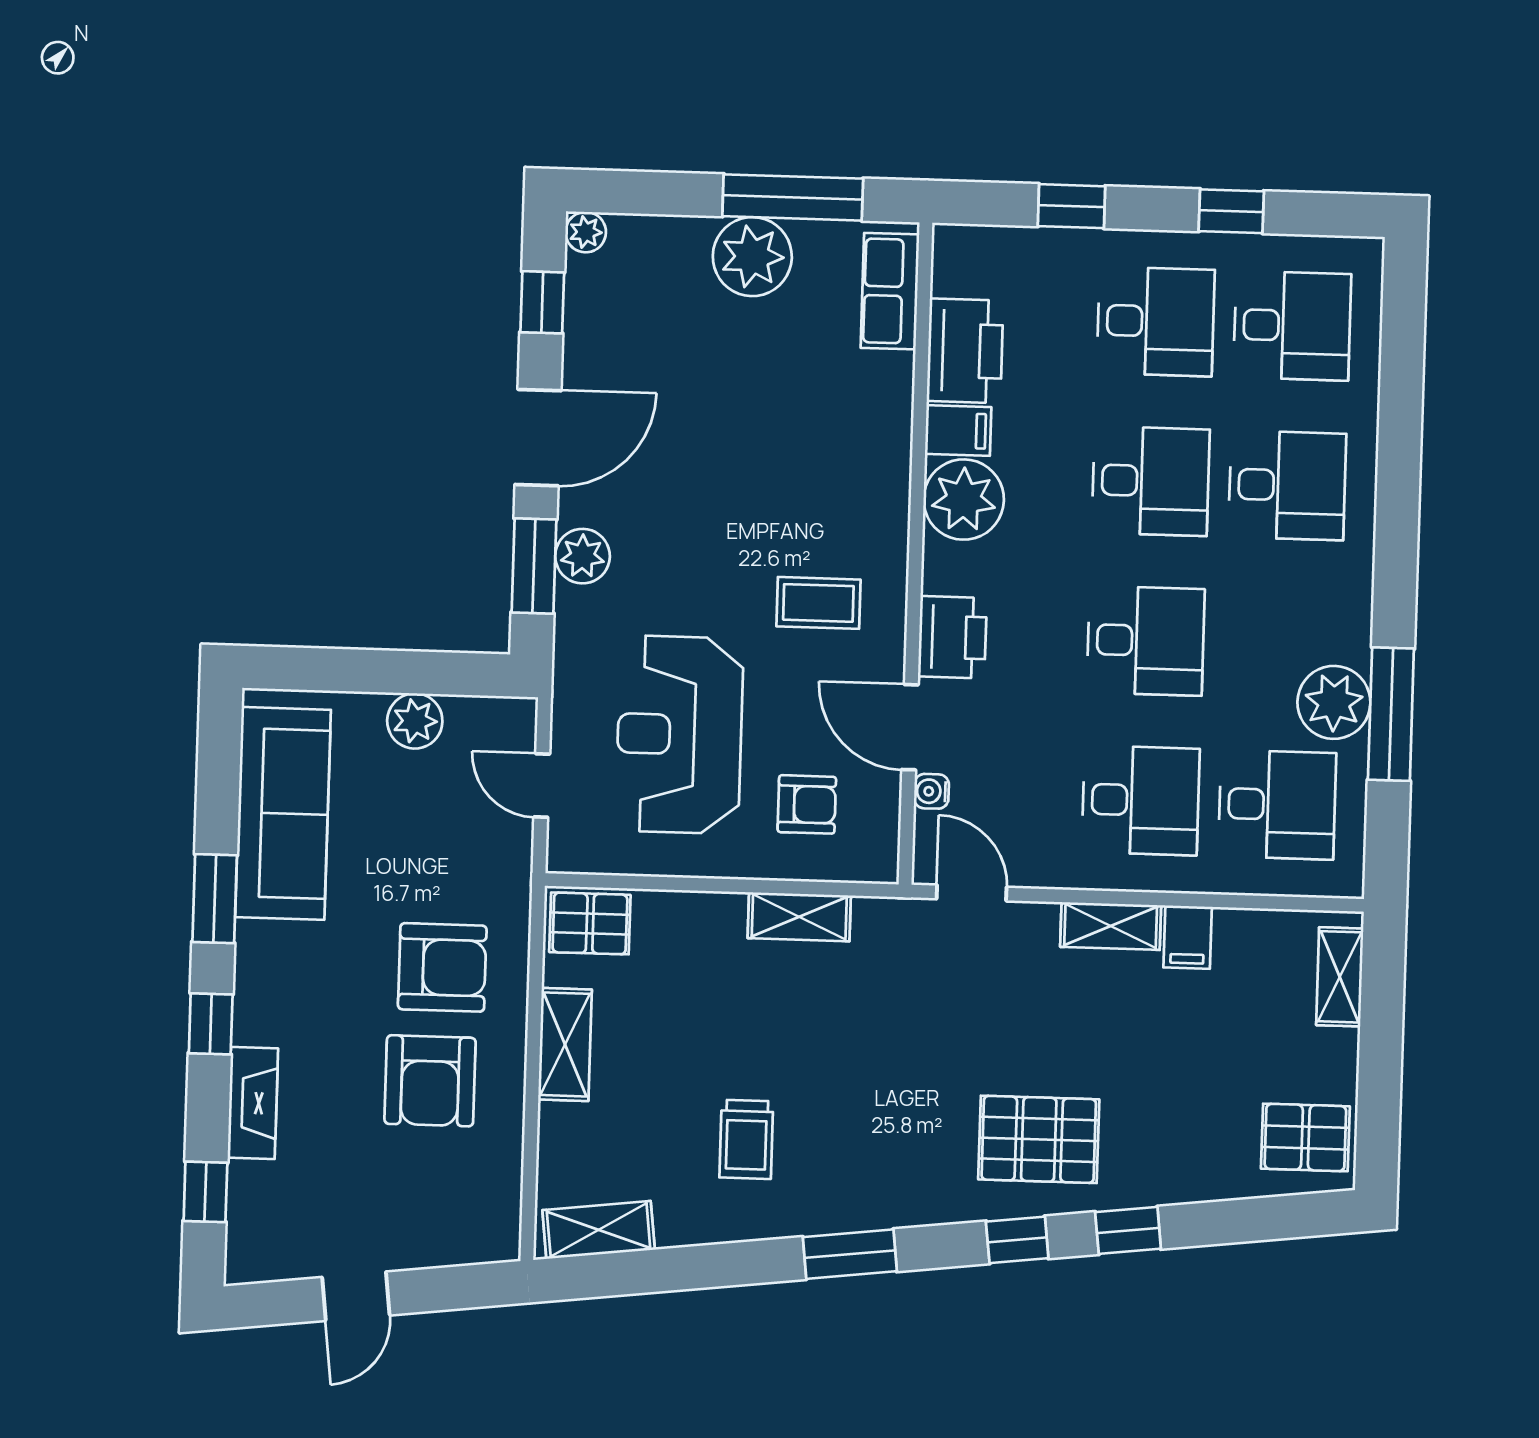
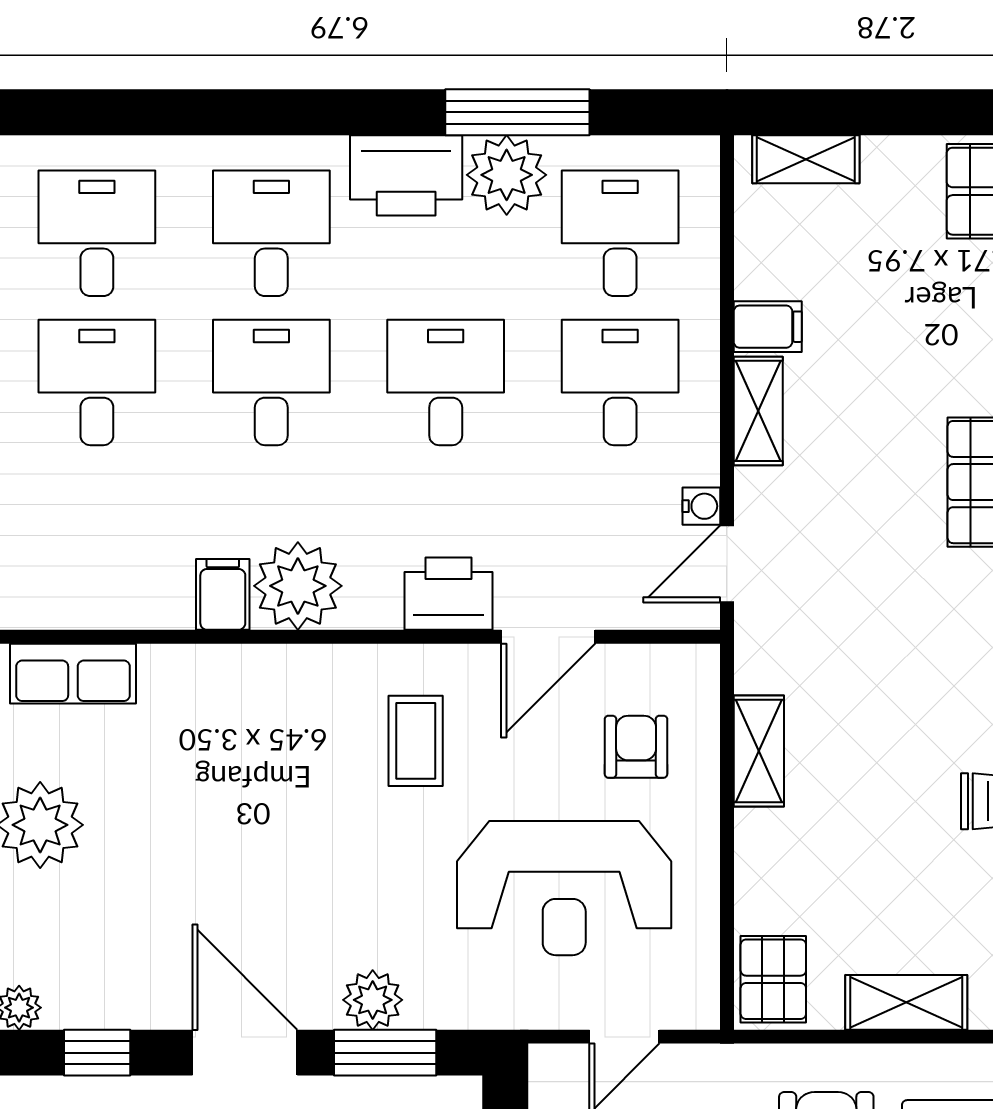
printer: (965, 351) -> (406, 175), moved, turned 180
water cooler: (931, 791) -> (701, 506), moved, turned -90

